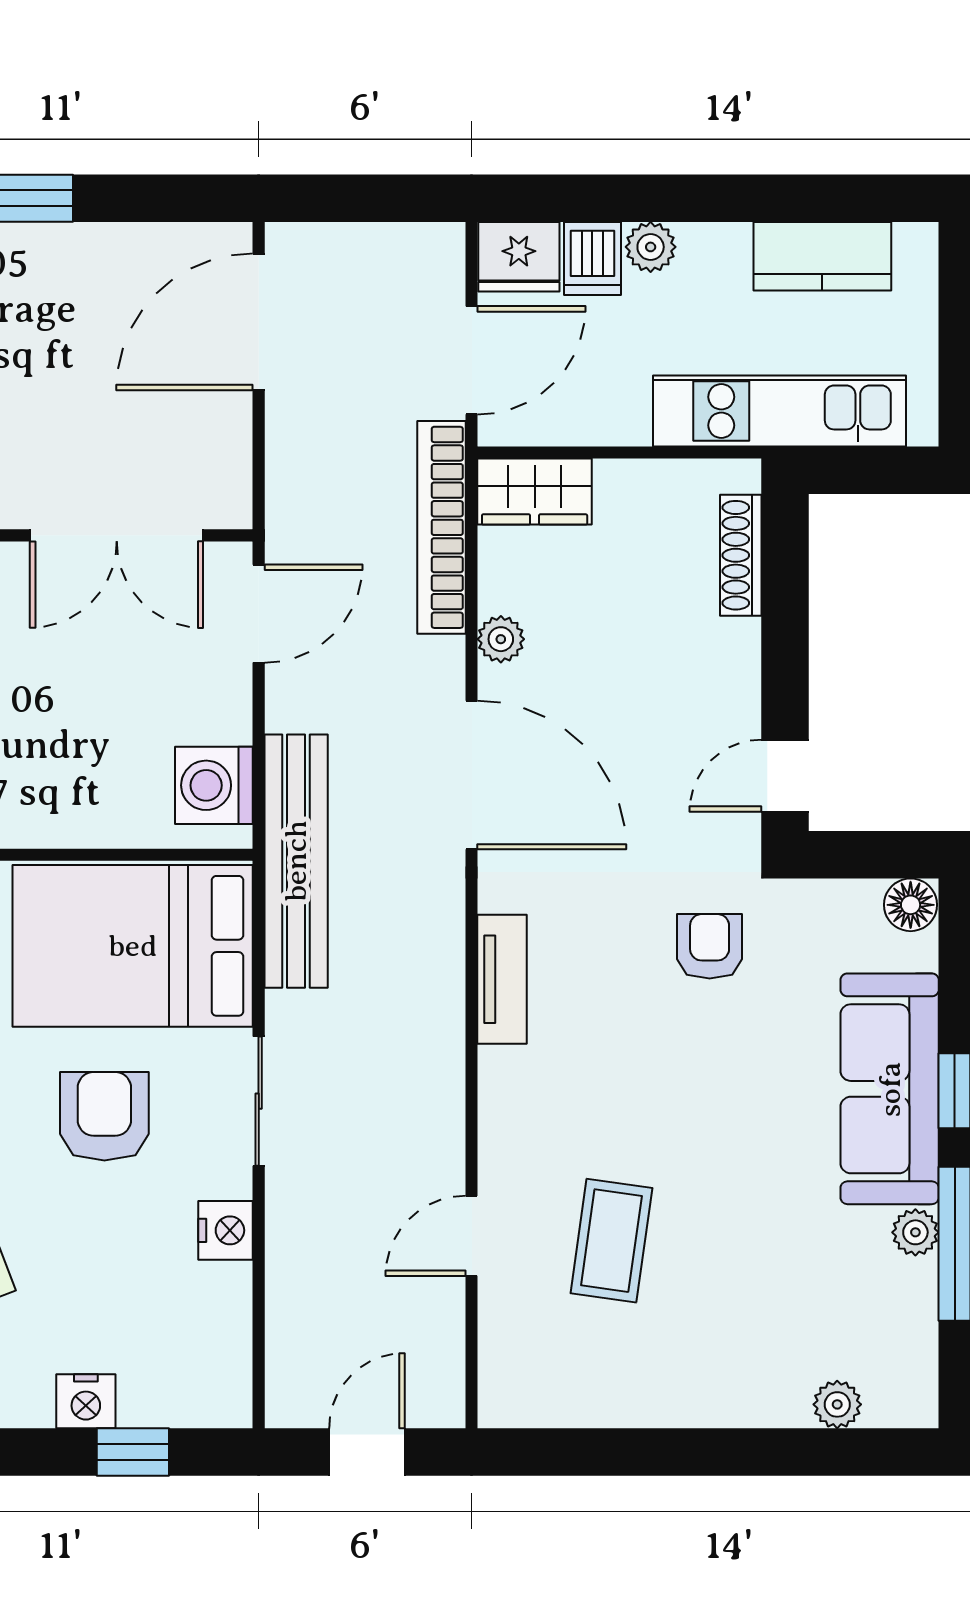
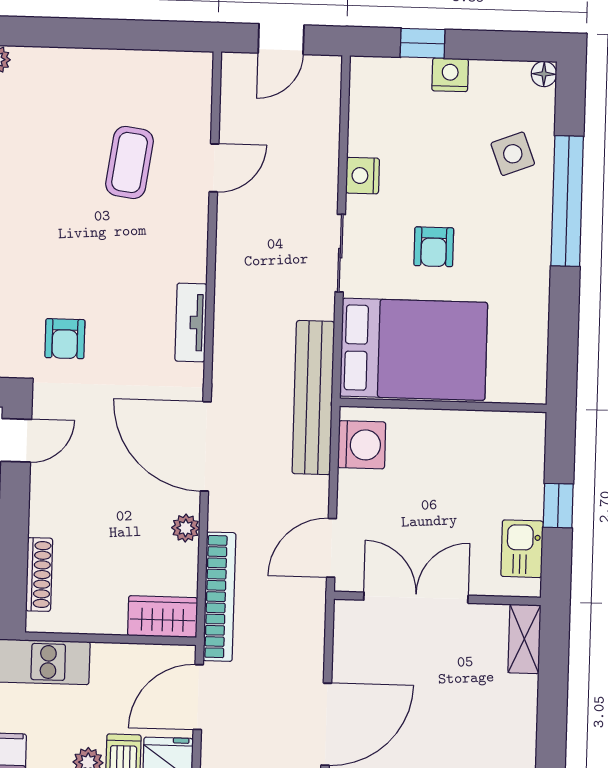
armchair: (104, 1116) -> (434, 247), width x0.72, depth x0.72

